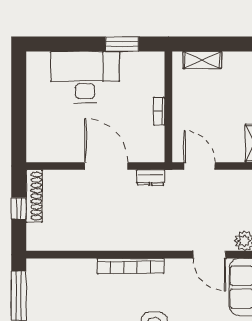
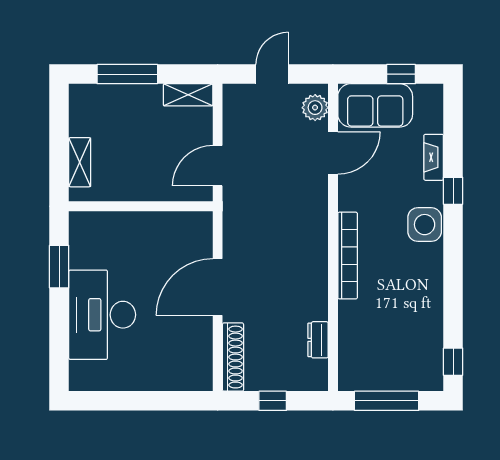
bookcase: (159, 111) -> (146, 218), removed
dresser: (151, 178) -> (318, 340), moved, turned 180
shoe rack: (34, 196) -> (233, 357), moved, turned 90

